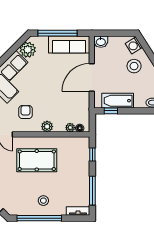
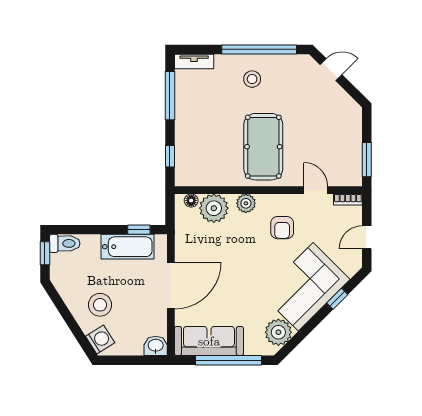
plant: (70, 128) -> (214, 208), width x1.87, depth x1.87
pool table: (37, 160) -> (263, 147), turned 90

